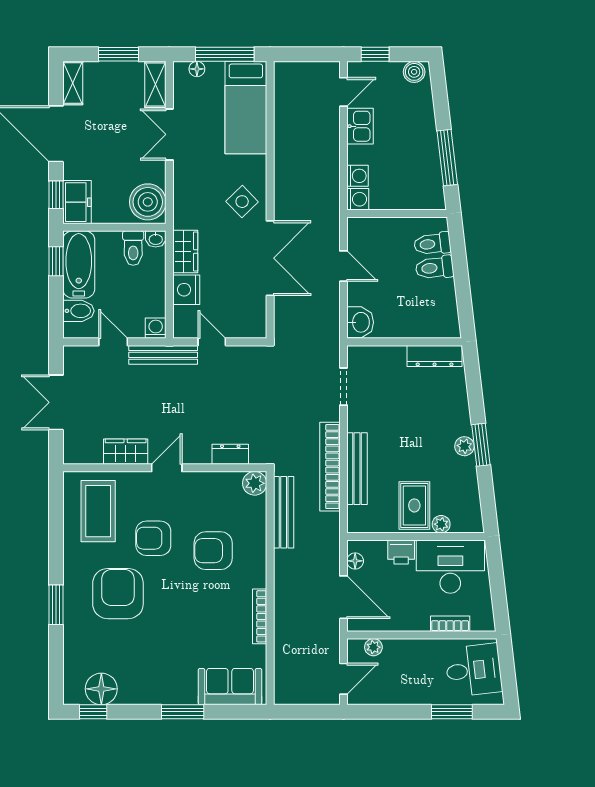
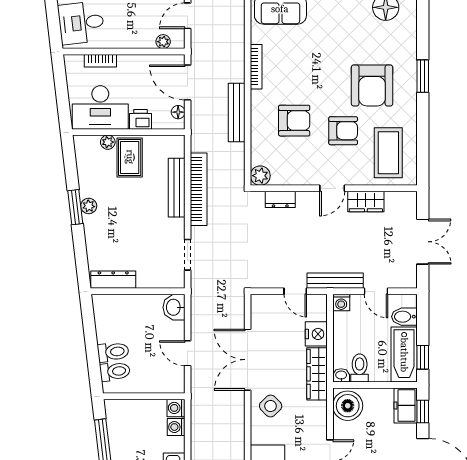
wardrobe: (185, 252) -> (317, 374), width x1.50
bench: (284, 512) -> (237, 113), moved

